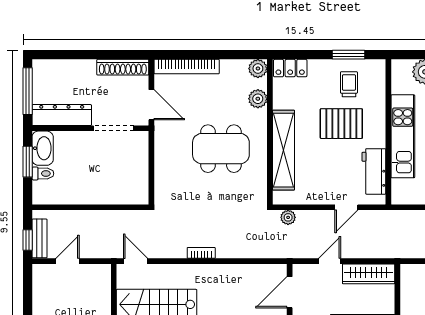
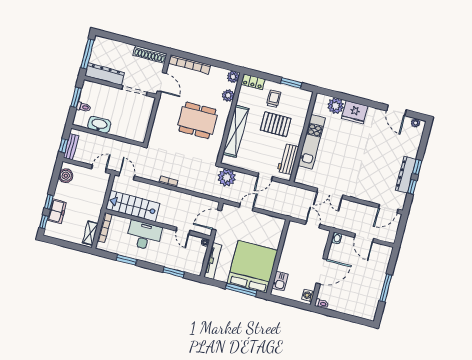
trolley: (349, 84) -> (274, 99), moved
washbasin: (43, 148) -> (99, 125), moved, turned -90
plant: (288, 217) -> (227, 178), width x1.88, depth x1.88
door: (68, 261) -> (99, 169), moved
wardrobe: (369, 274) -> (268, 221), removed
boiler: (43, 285) -> (66, 176), added

